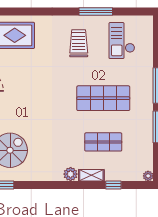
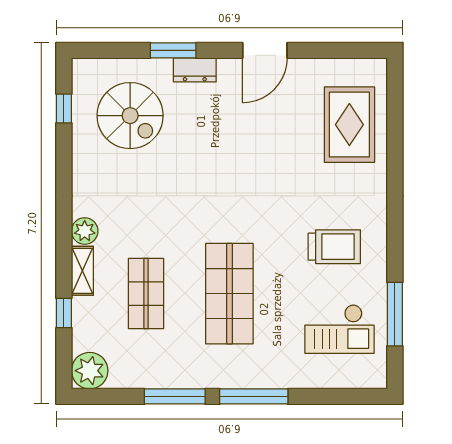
window: (96, 11) -> (395, 314), moved
checkout: (122, 41) -> (339, 329), turned 180
plant: (148, 176) -> (90, 371), width x1.87, depth x1.87

